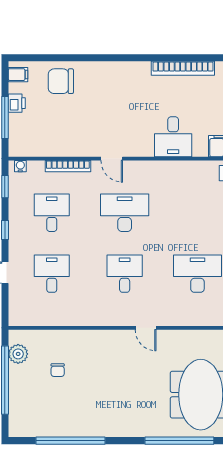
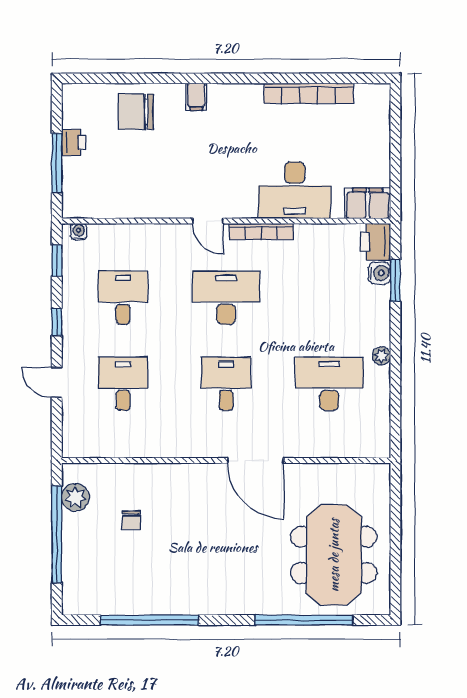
filing cabinet: (18, 75) -> (196, 97), moved, turned 90
desk: (173, 137) -> (295, 190), width x1.37
bookcase: (68, 166) -> (261, 232), moved
door: (146, 328) -> (256, 460), width x1.88

